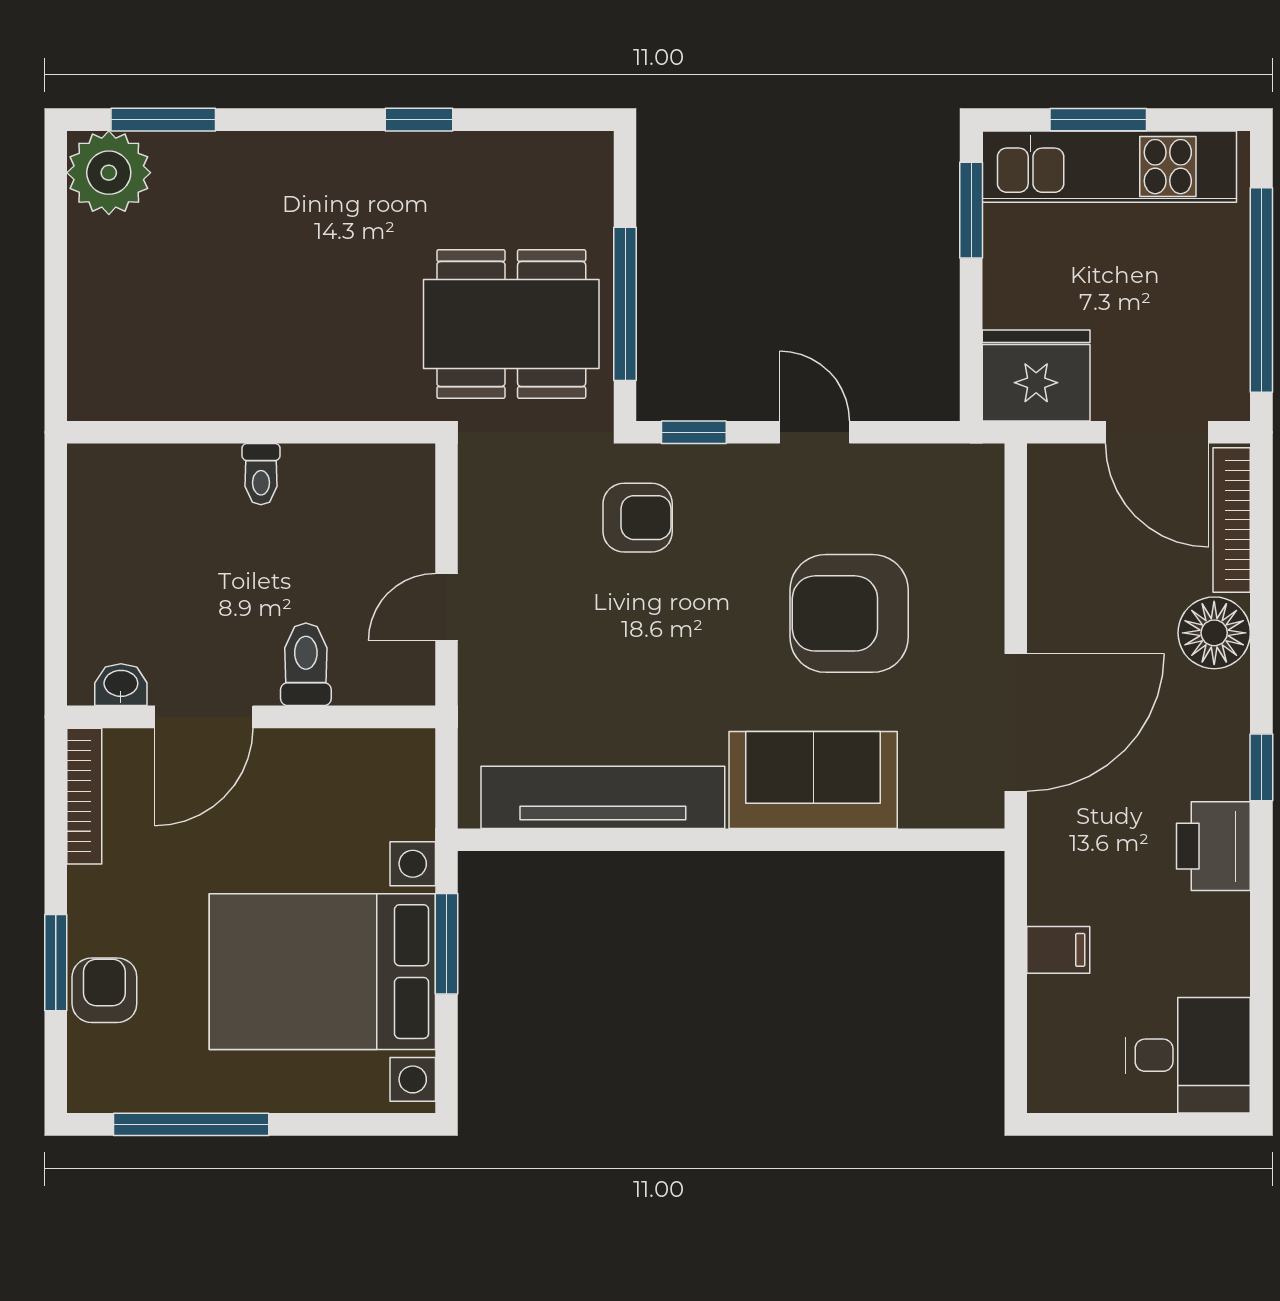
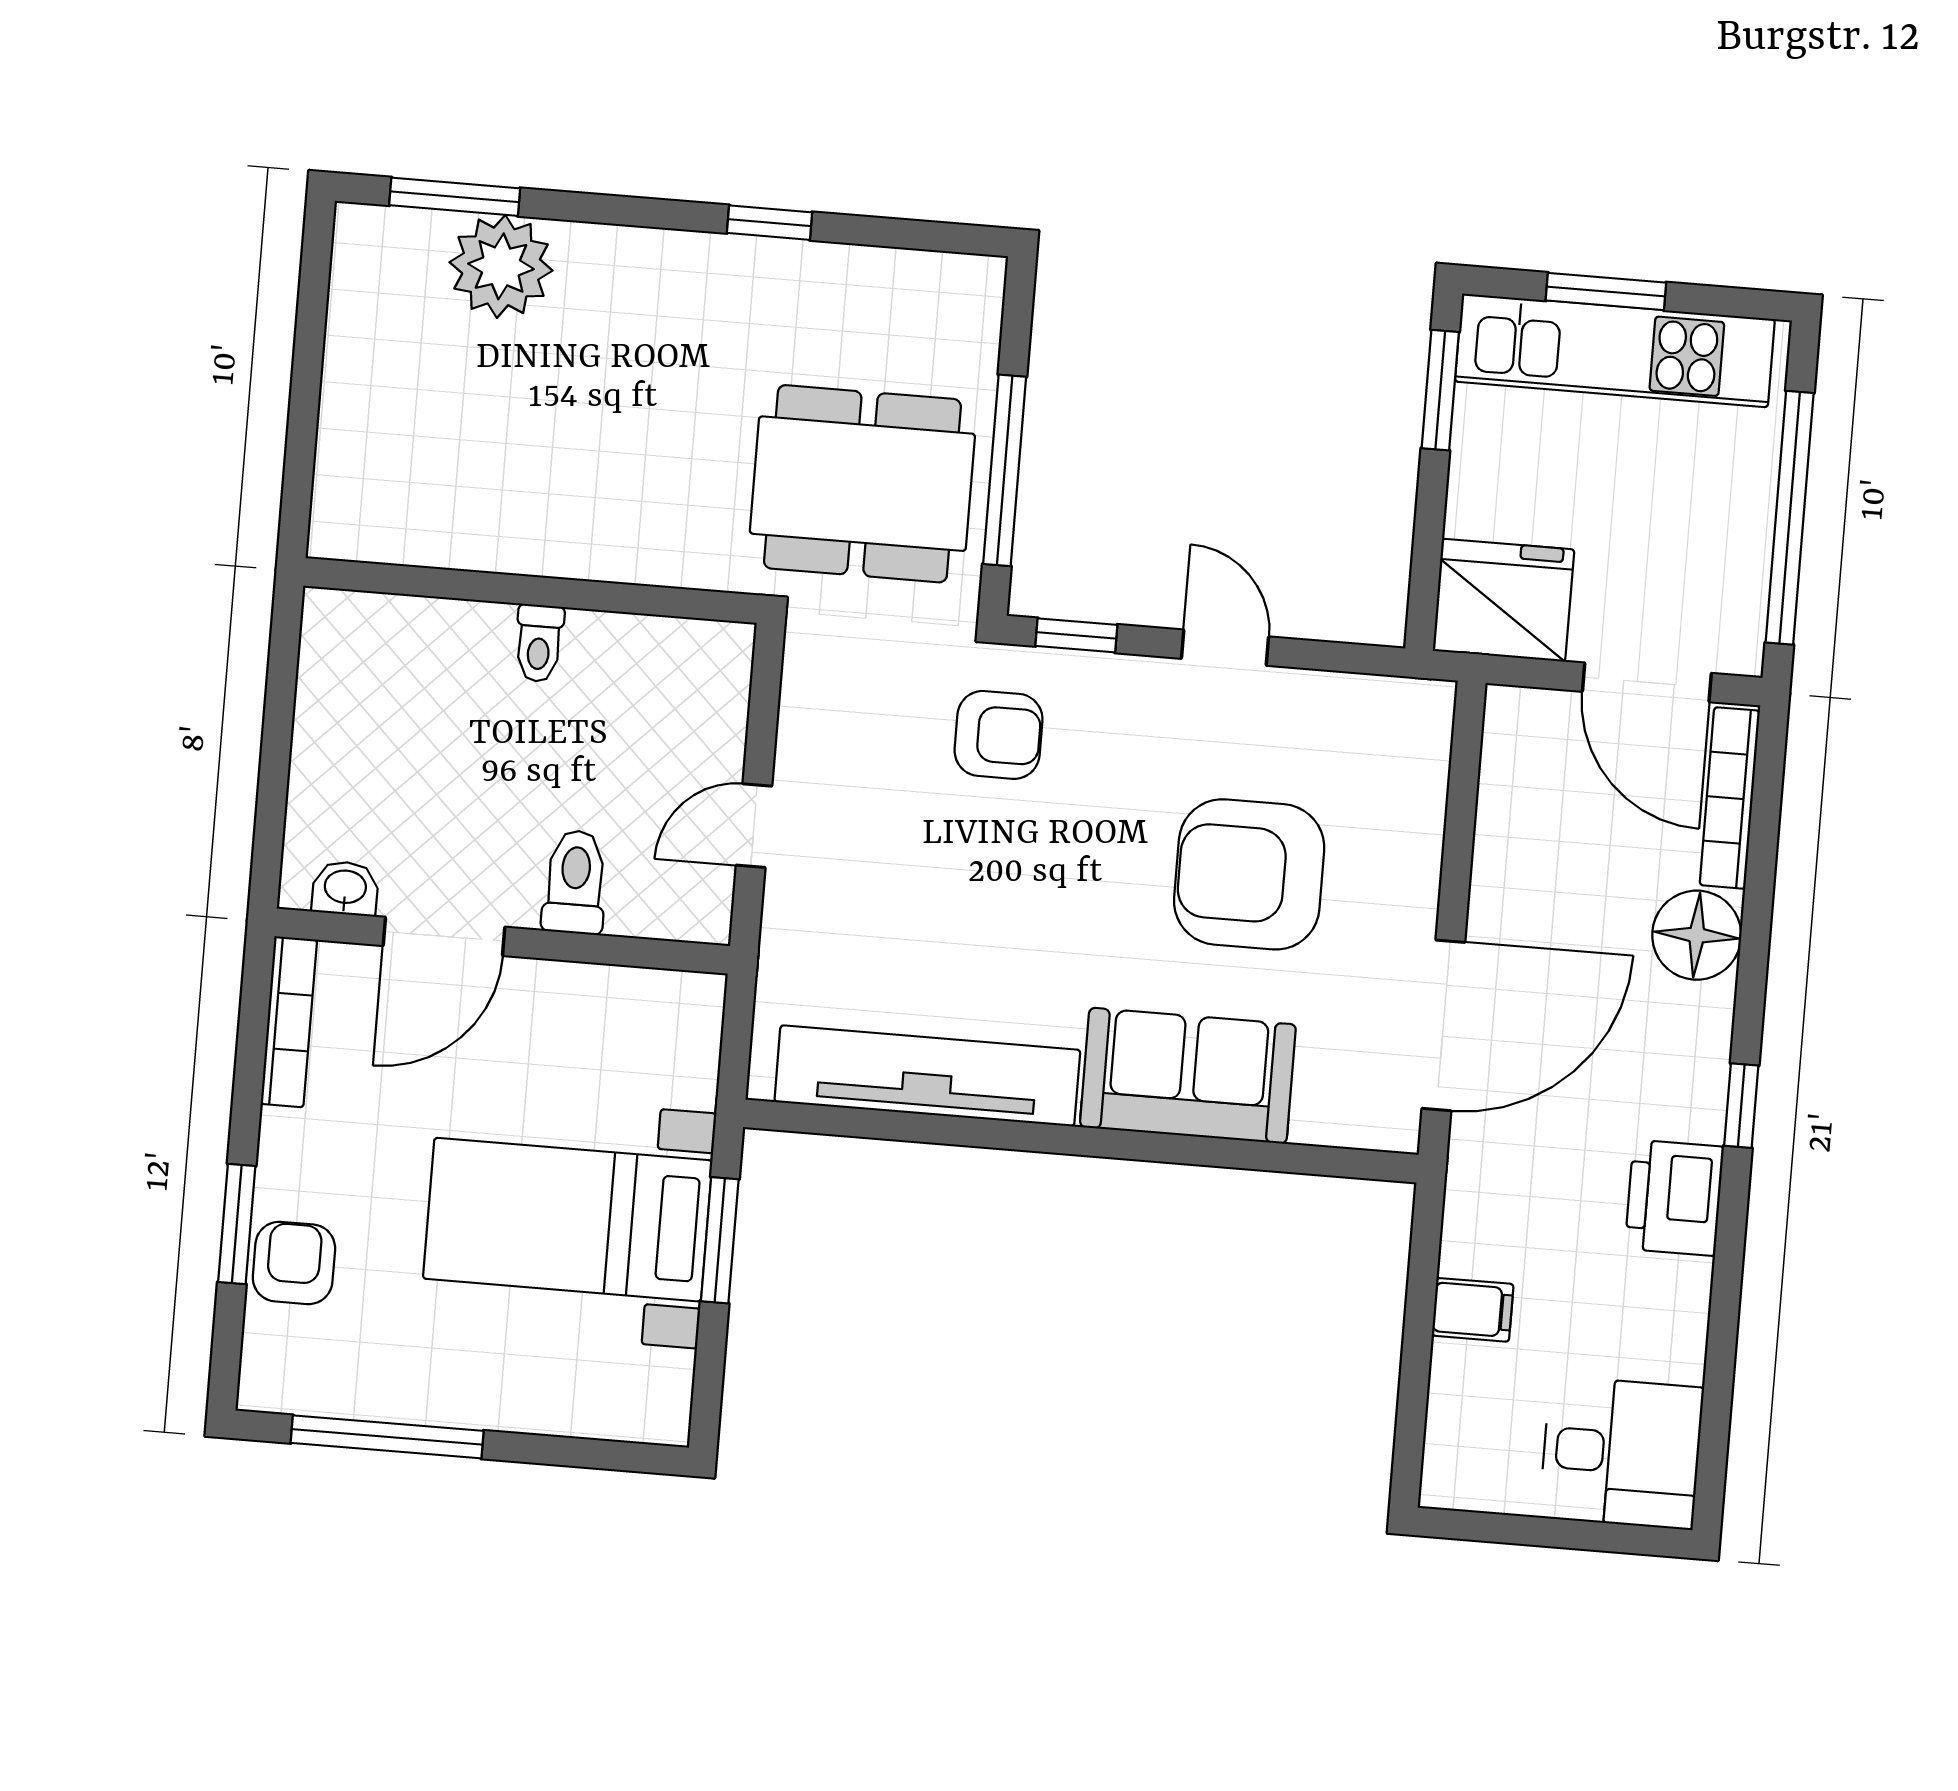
plant: (109, 173) -> (501, 266), moved
bed with nightstands: (322, 972) -> (568, 1220), width x0.73

